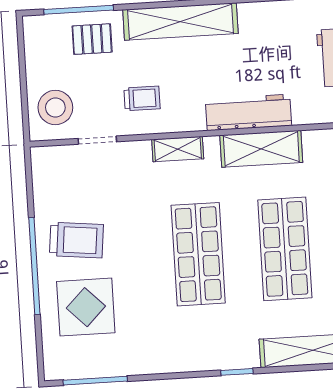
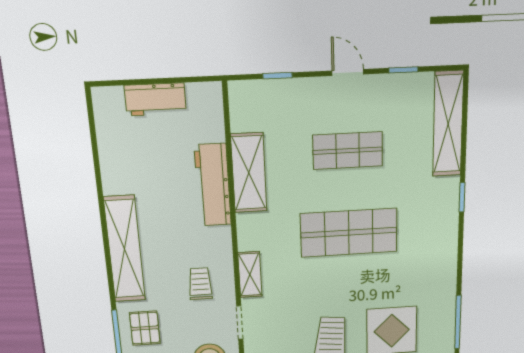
shelving: (178, 149) -> (250, 275), moved
shop shelf: (285, 249) -> (348, 151), width x0.70, depth x0.74

